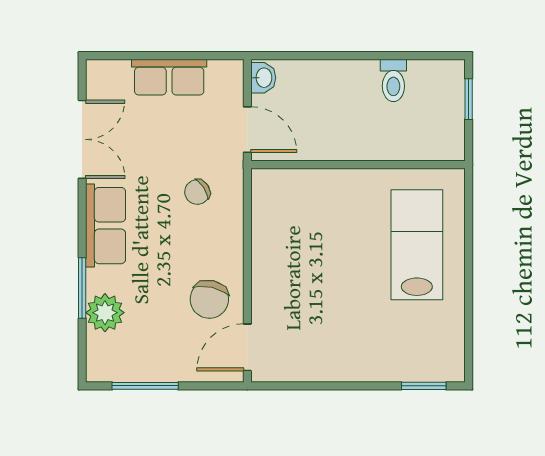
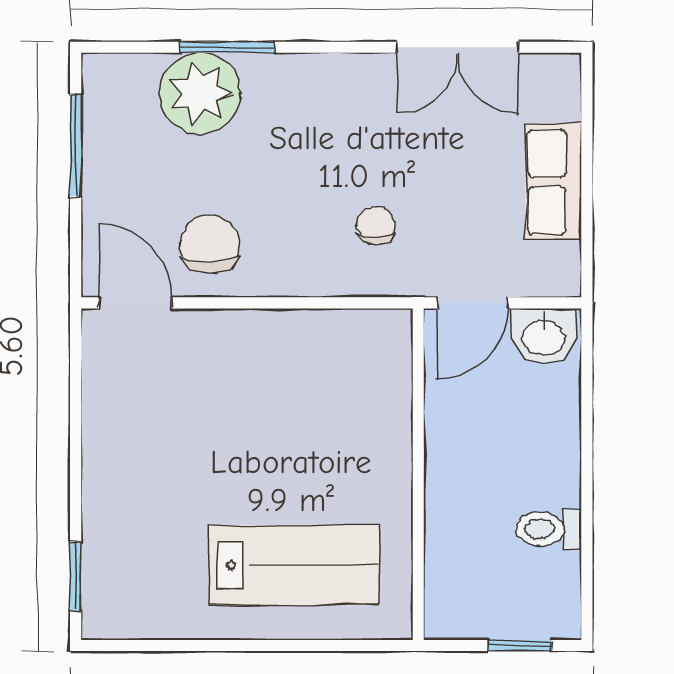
washbasin: (263, 78) -> (544, 336), width x1.38, depth x1.45
chair: (197, 192) -> (376, 225), turned 34
row of seats: (106, 226) -> (324, 84), removed
chair: (209, 299) -> (210, 244), turned 77
plant: (105, 313) -> (200, 93), width x1.36, depth x1.36

